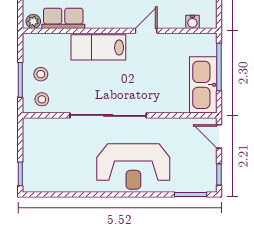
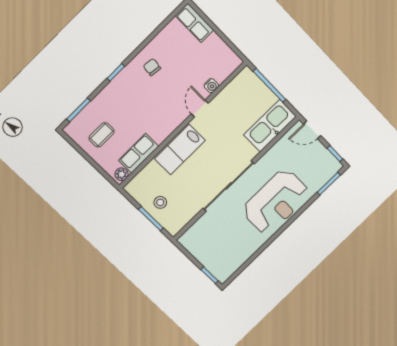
water cooler: (192, 22) -> (211, 86), moved
kitchen sink: (203, 85) -> (270, 126), moved, turned 90
stool: (42, 99) -> (177, 217), removed

